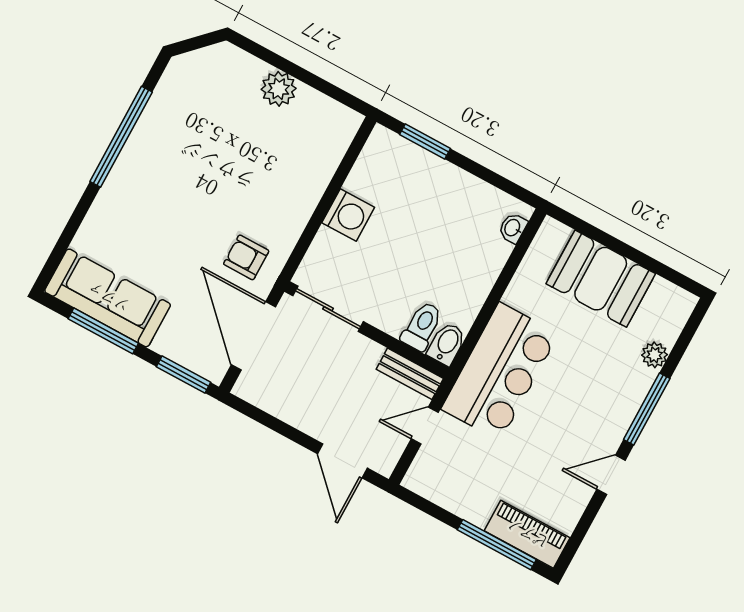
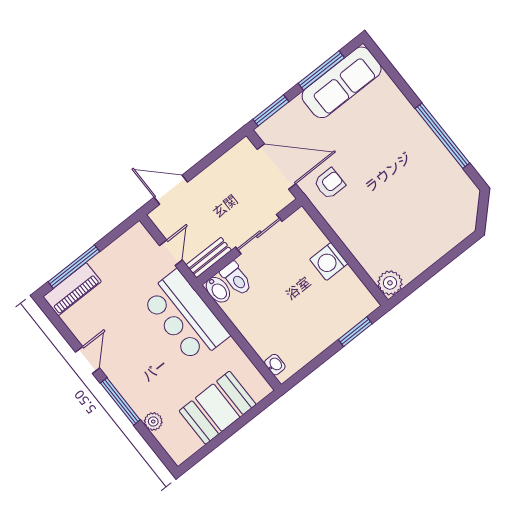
plant: (279, 89) -> (390, 283), moved
sliding door: (328, 309) -> (259, 234), moved

